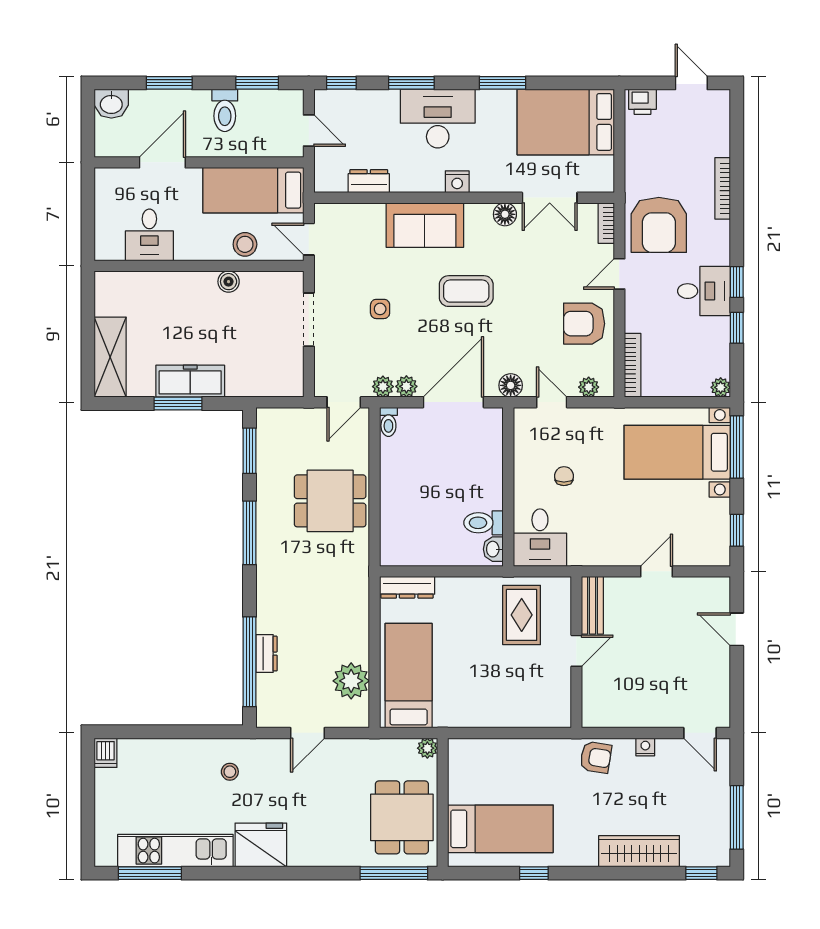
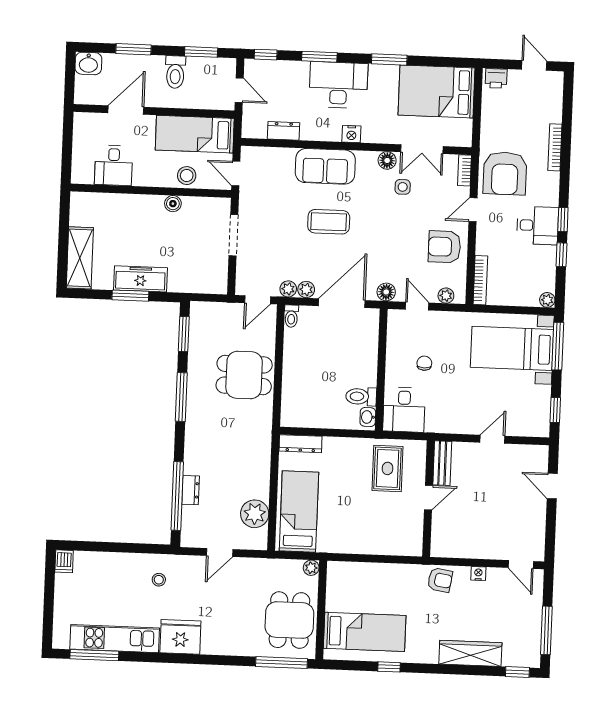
coffee table: (466, 291) -> (329, 222), moved
side table: (380, 309) -> (403, 187), moved

